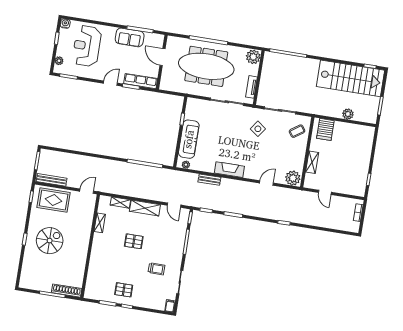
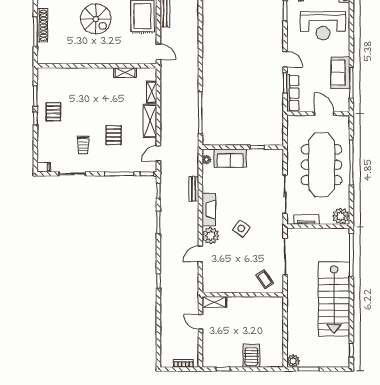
reception desk: (87, 46) -> (323, 26), turned 180
door: (162, 57) -> (324, 113), hinge flipped
stairs: (350, 78) -> (334, 299), moved
plant: (348, 114) -> (293, 361), moved
side table: (258, 129) -> (241, 228), moved
server rack: (325, 129) -> (251, 356), moved, turned 90
sofa: (189, 139) -> (230, 158), width x0.73
shelving: (312, 162) -> (214, 302), moved
plant: (293, 178) -> (211, 236), moved
door: (266, 183) -> (200, 254), swing flipped
door: (325, 192) -> (200, 322), hinge flipped
pallet: (134, 241) -> (114, 135), moved
shoe rack: (67, 291) -> (42, 25), moved

